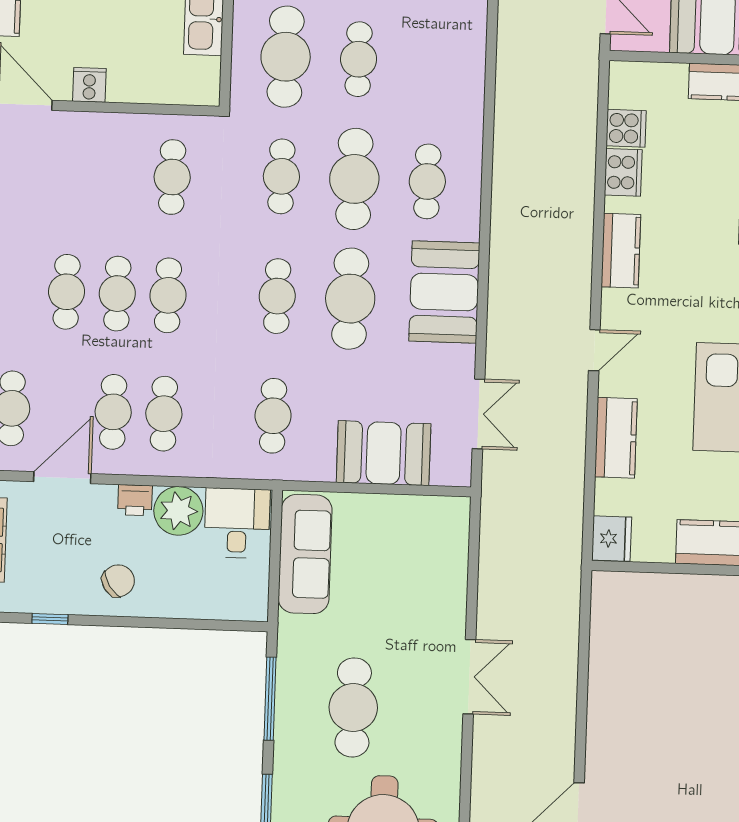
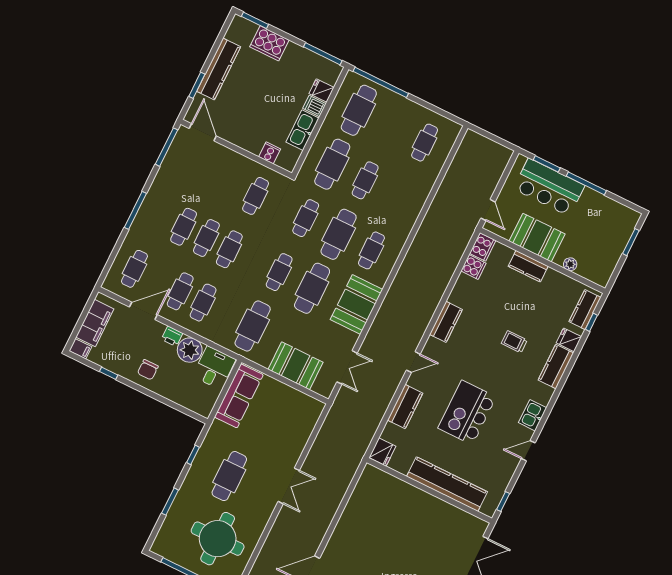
cooker: (89, 85) -> (270, 153), moved
cooker: (623, 172) -> (483, 247), moved
cafe table: (273, 416) -> (253, 326), width x1.37, depth x1.35
chair: (118, 581) -> (148, 370), turned 123
window: (270, 699) -> (193, 455), width x0.46

